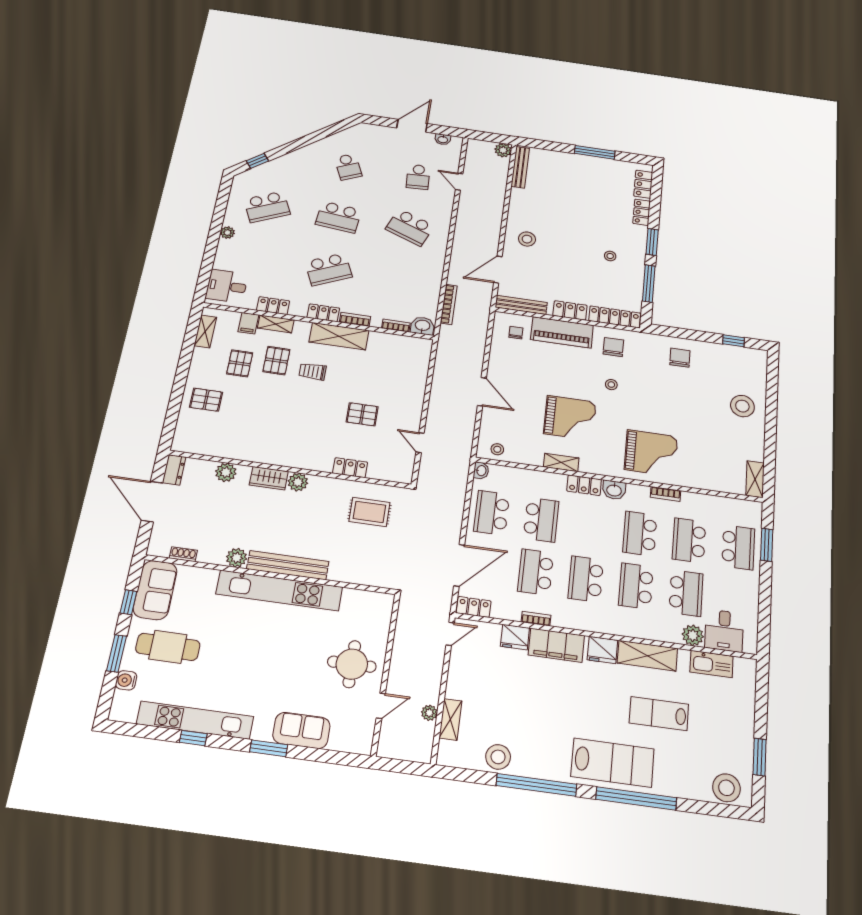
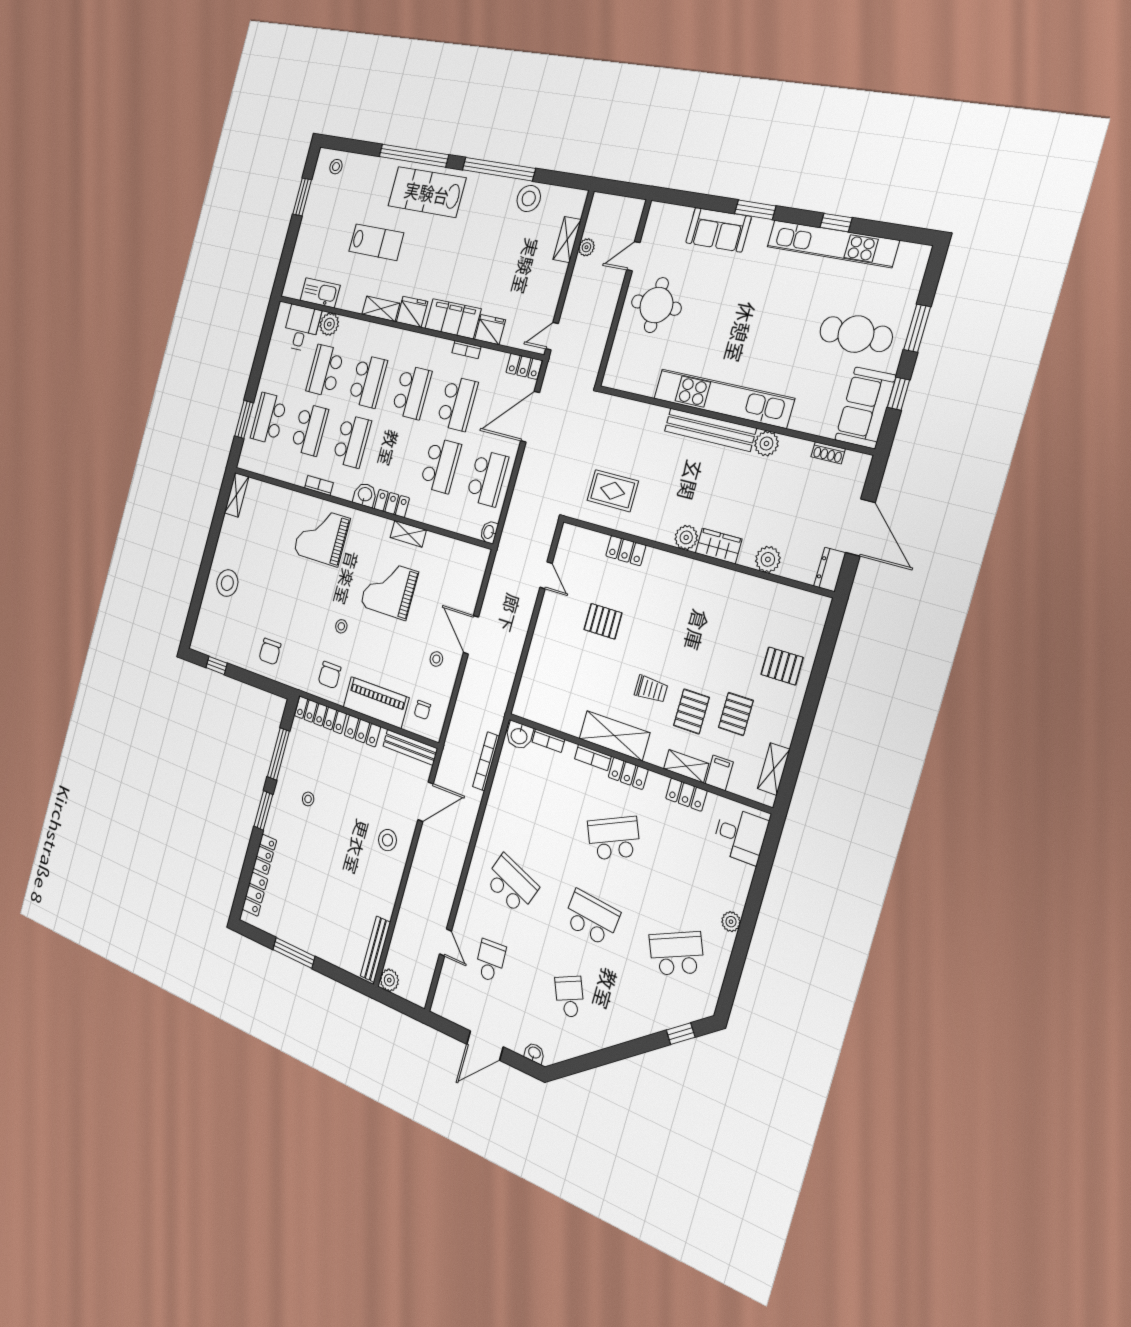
washbasin: (443, 139) -> (534, 1053), moved
stool: (497, 449) -> (436, 659), moved
school desk: (541, 520) -> (441, 465), turned 180
shelving: (647, 656) -> (381, 309), width x0.67, depth x0.75
water cooler: (126, 680) -> (908, 294), removed
stool: (726, 788) -> (336, 167), width x0.53, depth x0.53

